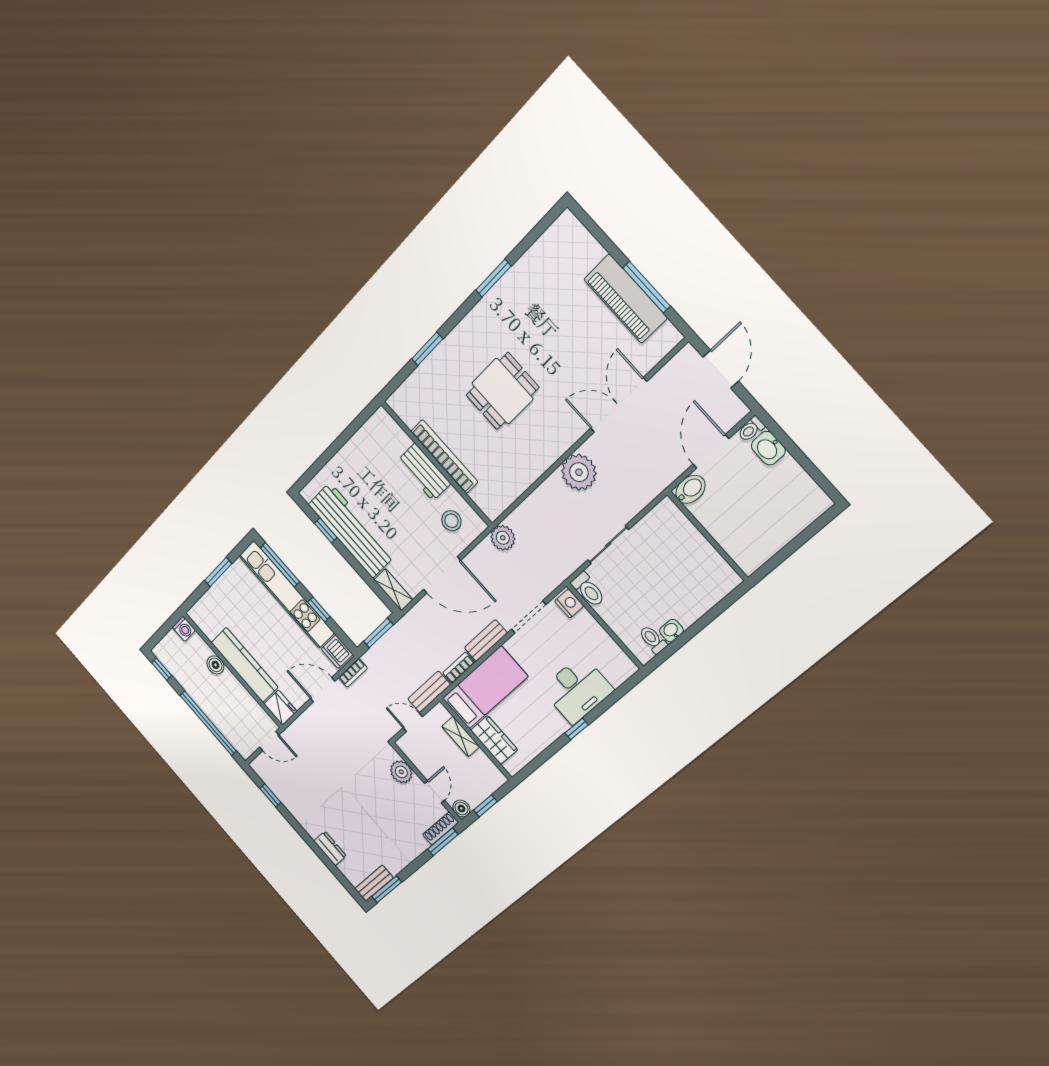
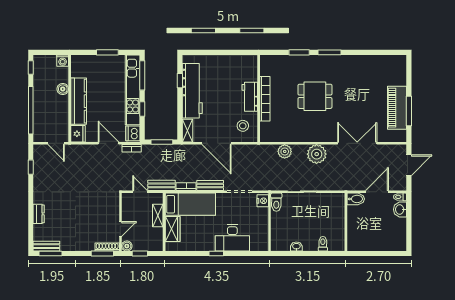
window: (493, 278) -> (330, 52), moved
plant: (503, 538) -> (285, 151), moved
toilet: (653, 640) -> (323, 244), moved
plant: (401, 772) -> (112, 208), removed

